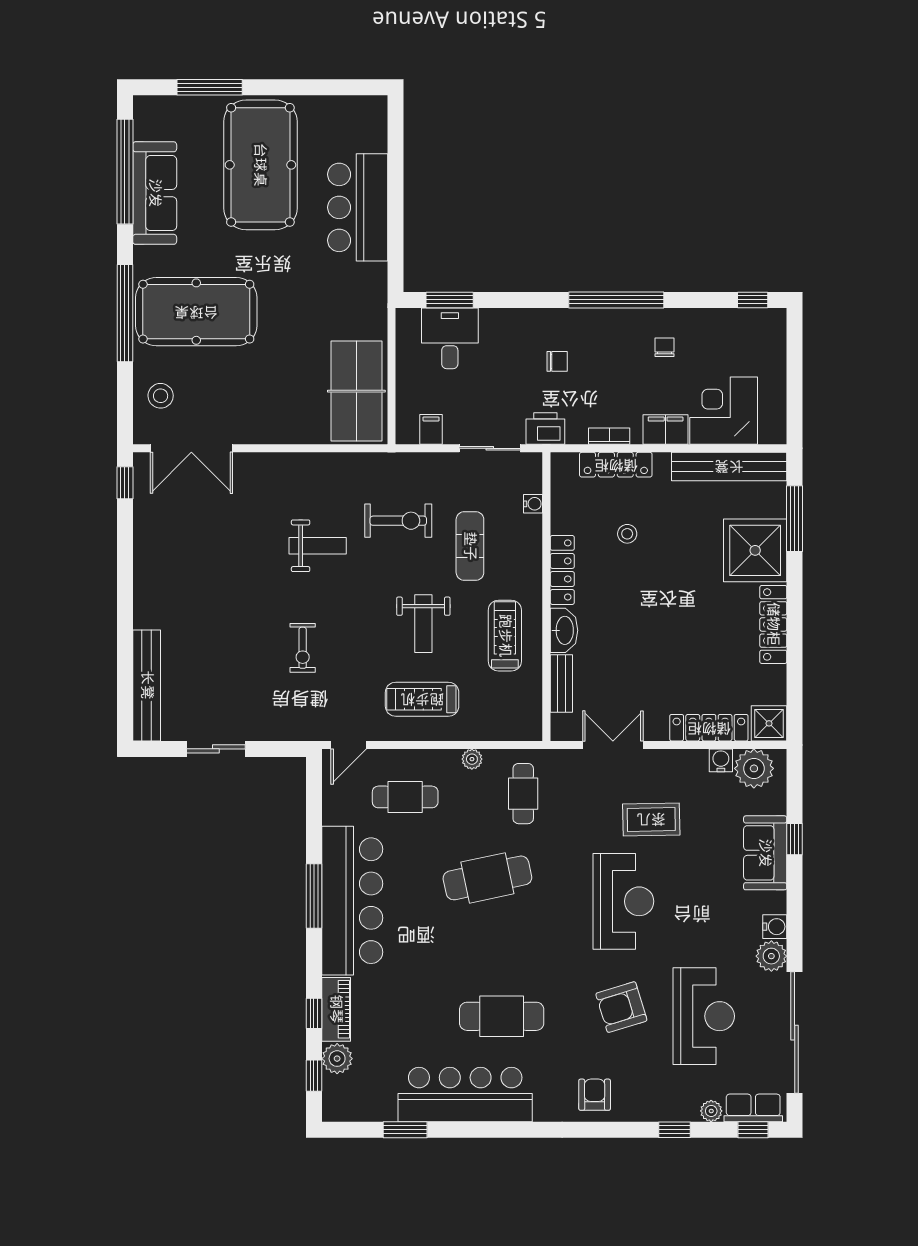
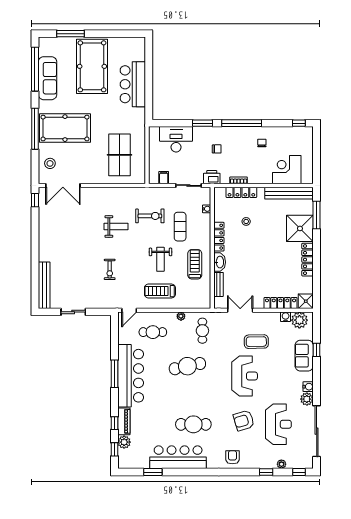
window: (450, 300) -> (203, 123), moved
desk: (450, 338) -> (176, 139), width x1.37
table tennis table: (356, 391) -> (119, 155), moved
filing cabinet: (666, 429) -> (262, 178), removed
row of seats: (753, 1108) -> (299, 463), removed

